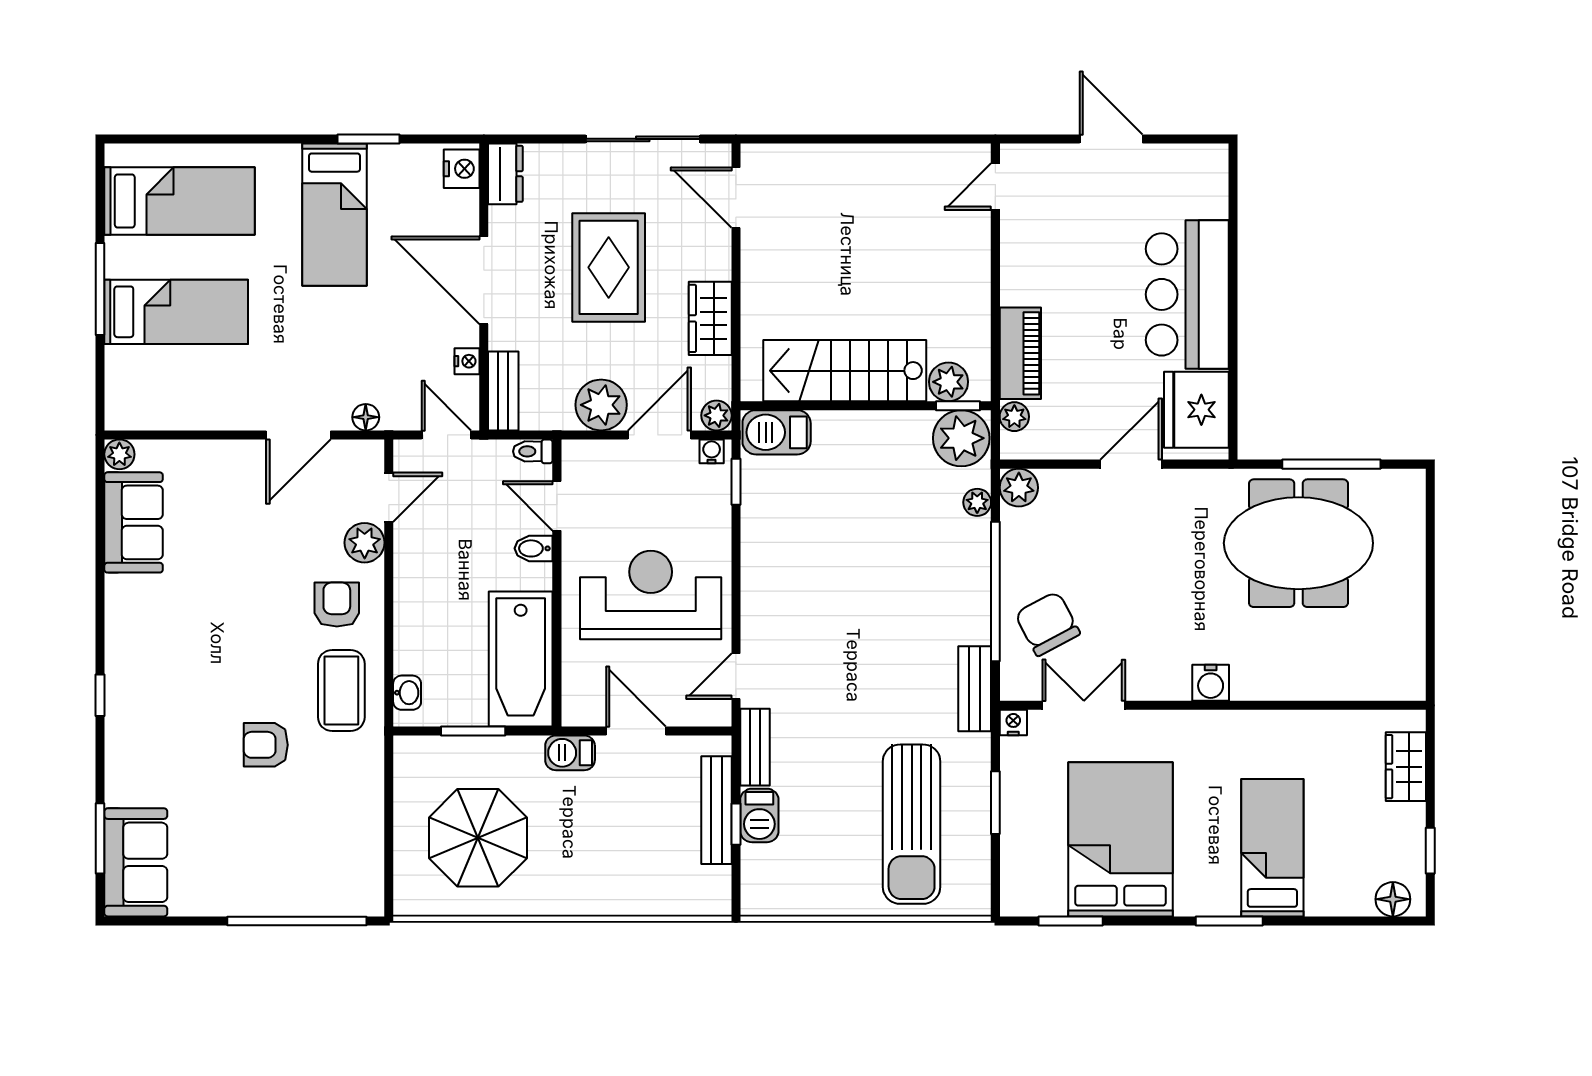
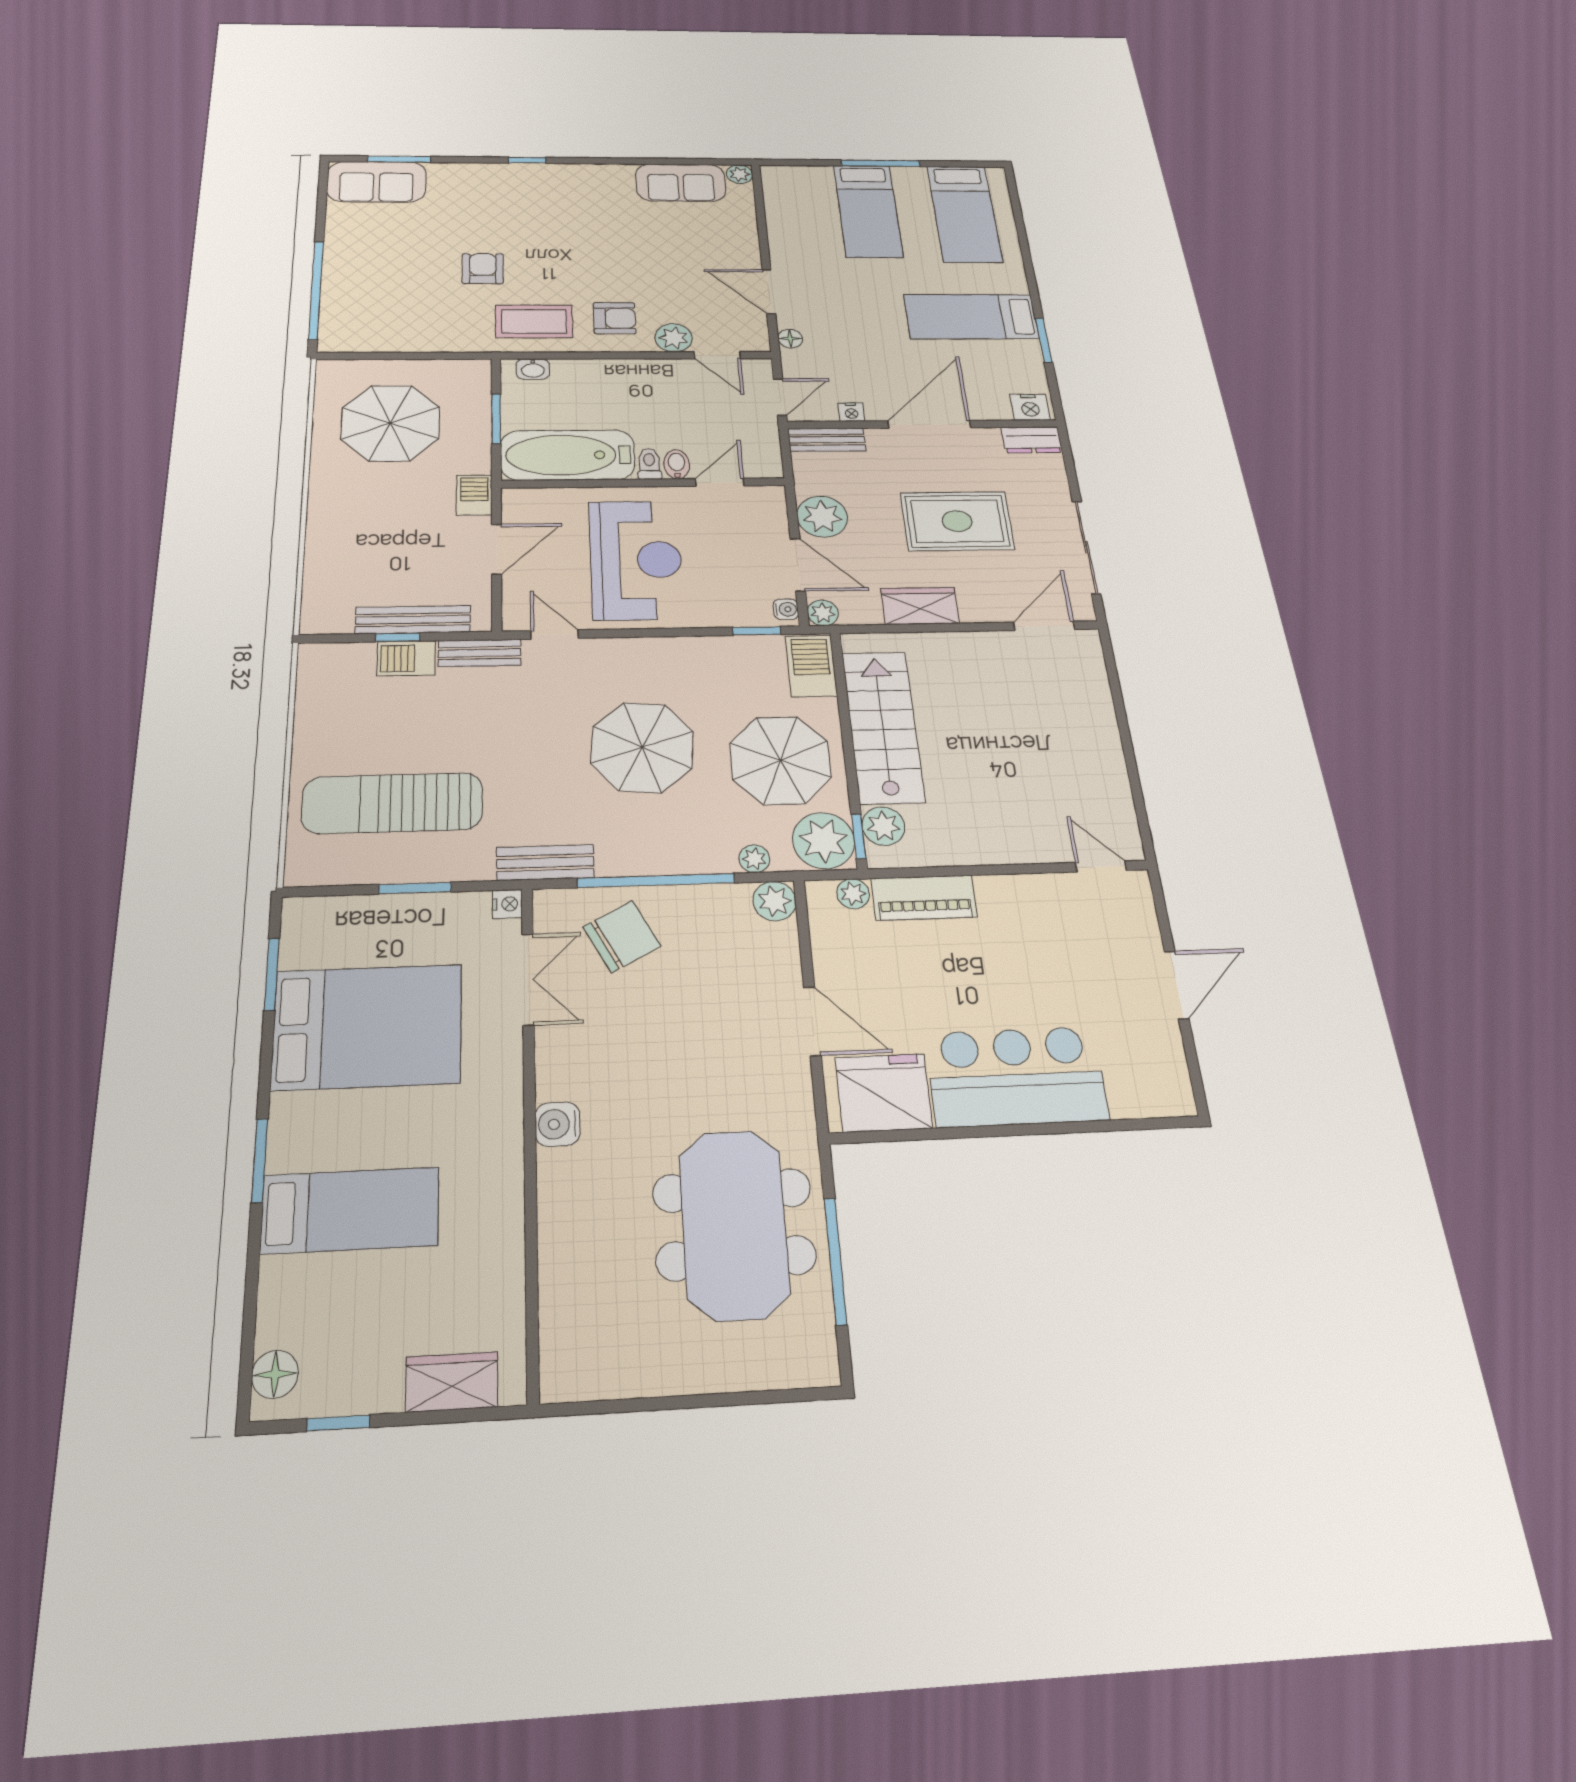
toilet: (533, 451) -> (649, 464), moved
parasol: (878, 471) -> (780, 760), added
parasol: (861, 598) -> (642, 747), added

